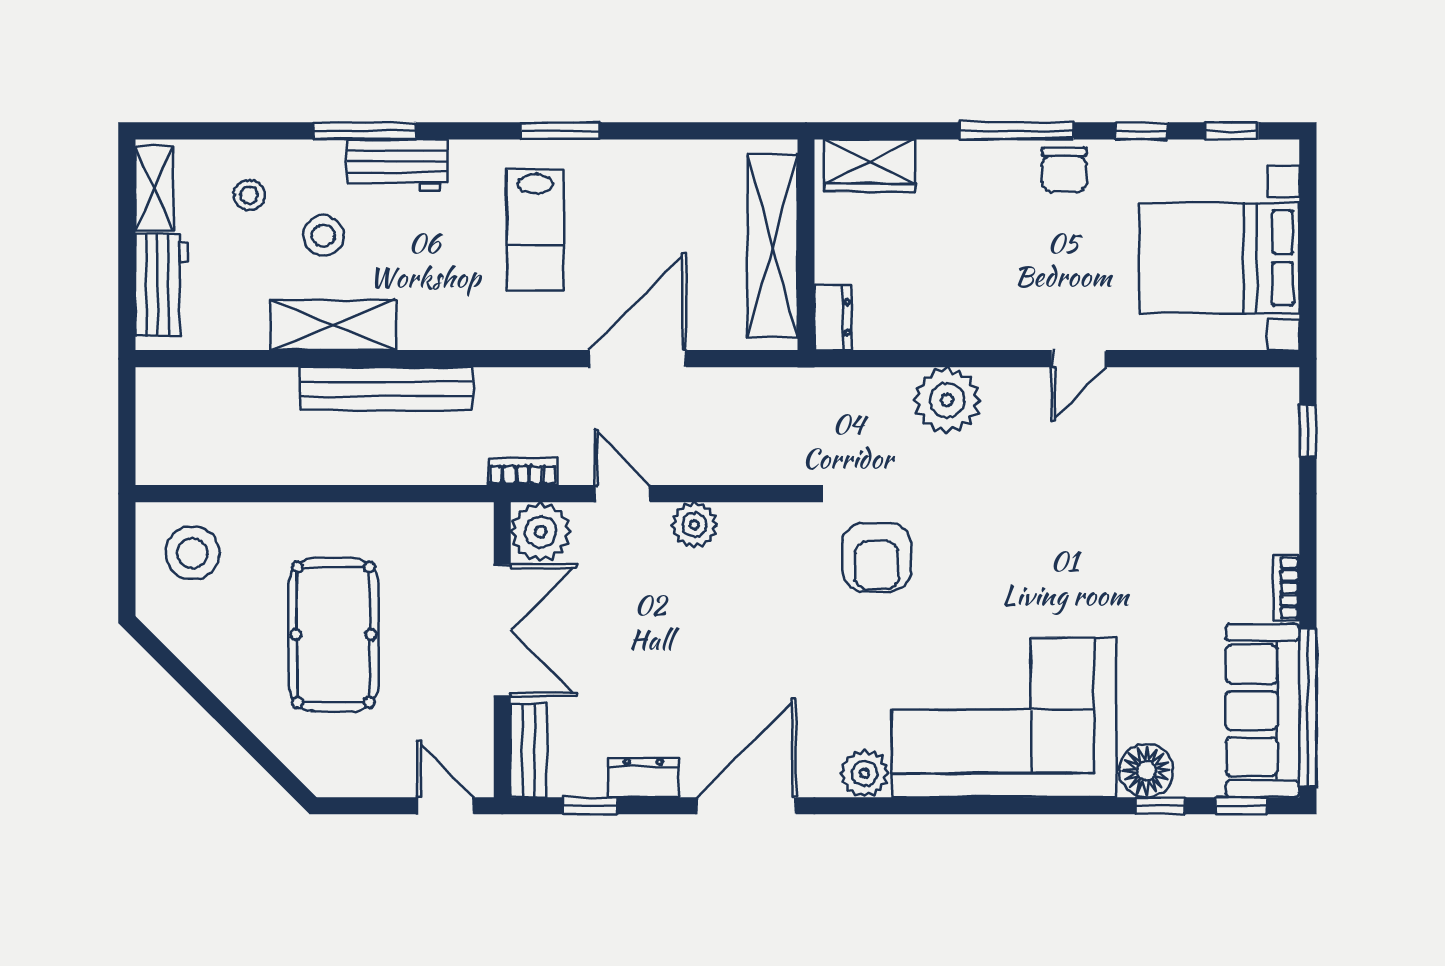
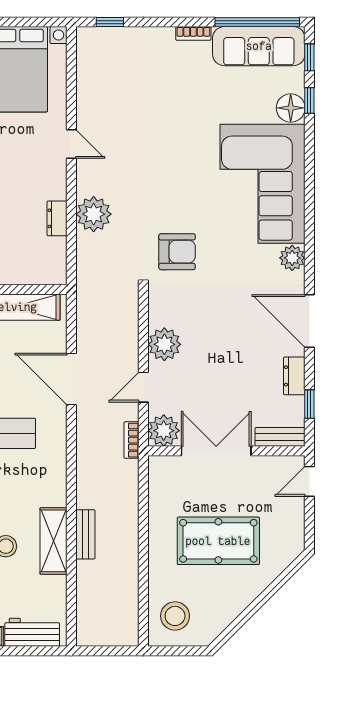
dresser: (833, 317) -> (57, 218), moved, turned -90
bench: (386, 389) -> (85, 534), width x0.54, depth x0.82
plant: (694, 525) -> (164, 344), width x1.36, depth x1.36

